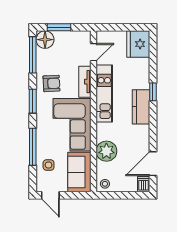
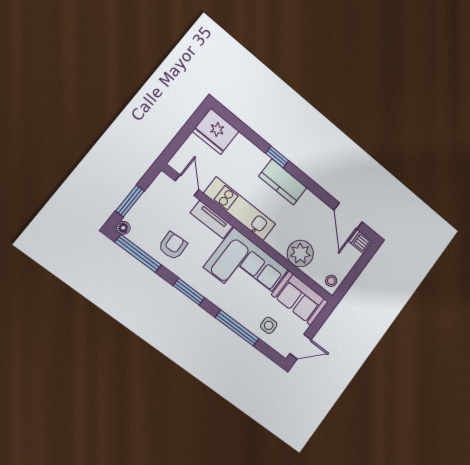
floor lamp: (45, 40) -> (123, 228), width x0.53, depth x0.53
armchair: (51, 83) -> (173, 246), moved

